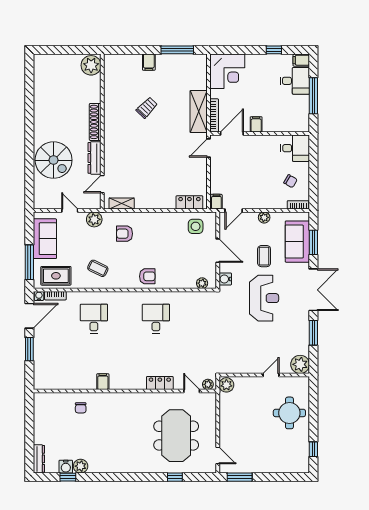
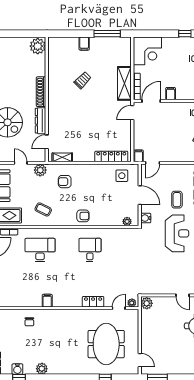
locker: (189, 202) -> (111, 156), width x1.53
plant: (264, 217) -> (177, 169), removed
desk: (94, 319) -> (40, 250), width x1.37
door: (271, 375) -> (182, 295), swing flipped
door: (192, 391) -> (119, 308), hinge flipped
plant: (81, 466) -> (42, 369), moved

